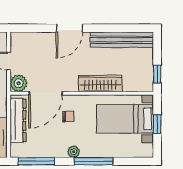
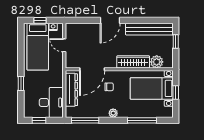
window: (157, 74) -> (176, 42), moved
plant: (19, 83) -> (157, 62), moved
window: (94, 161) -> (142, 120), moved

